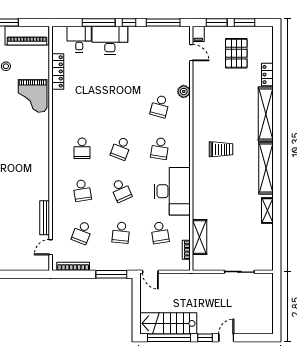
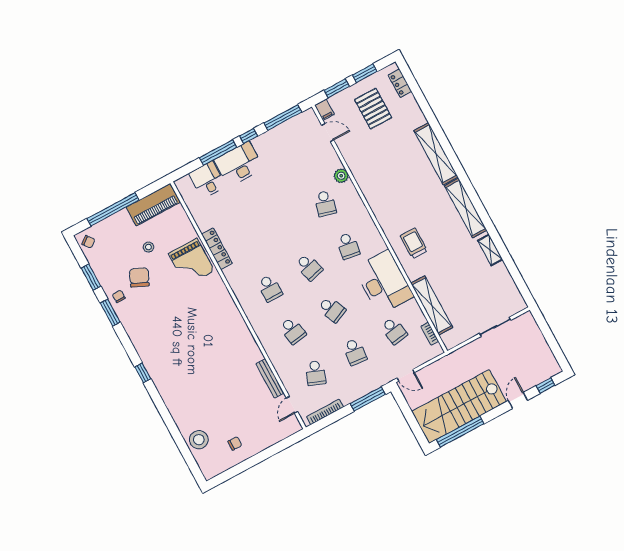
locker: (58, 71) -> (217, 249), moved
locker: (267, 75) -> (400, 83), moved
school desk: (121, 148) -> (309, 267), turned -36
trolley: (221, 149) -> (414, 243), moved, turned -90
shelving: (199, 237) -> (432, 305), width x1.47
stairs: (168, 323) -> (459, 407), width x1.36, depth x1.51
window: (205, 338) -> (545, 386), moved

